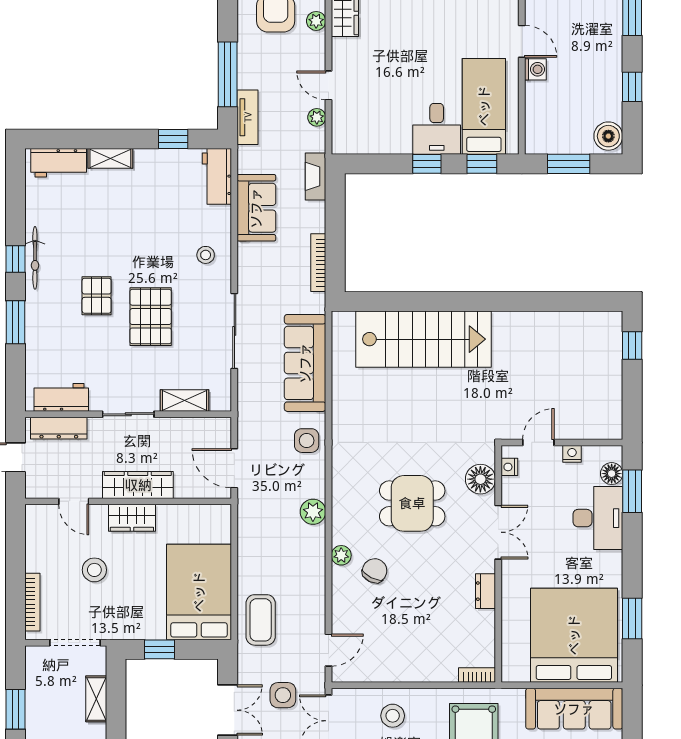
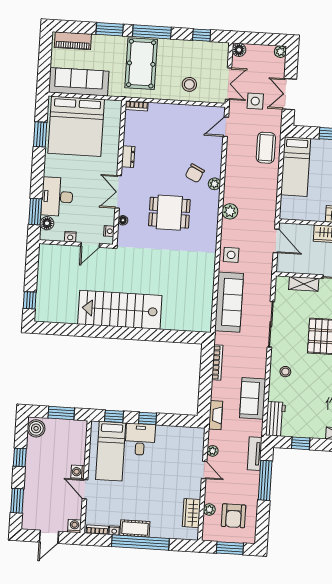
stairs: (424, 339) -> (120, 310), moved
floor lamp: (480, 479) -> (123, 220), width x0.53, depth x0.53
bed: (199, 592) -> (296, 167), width x0.67

